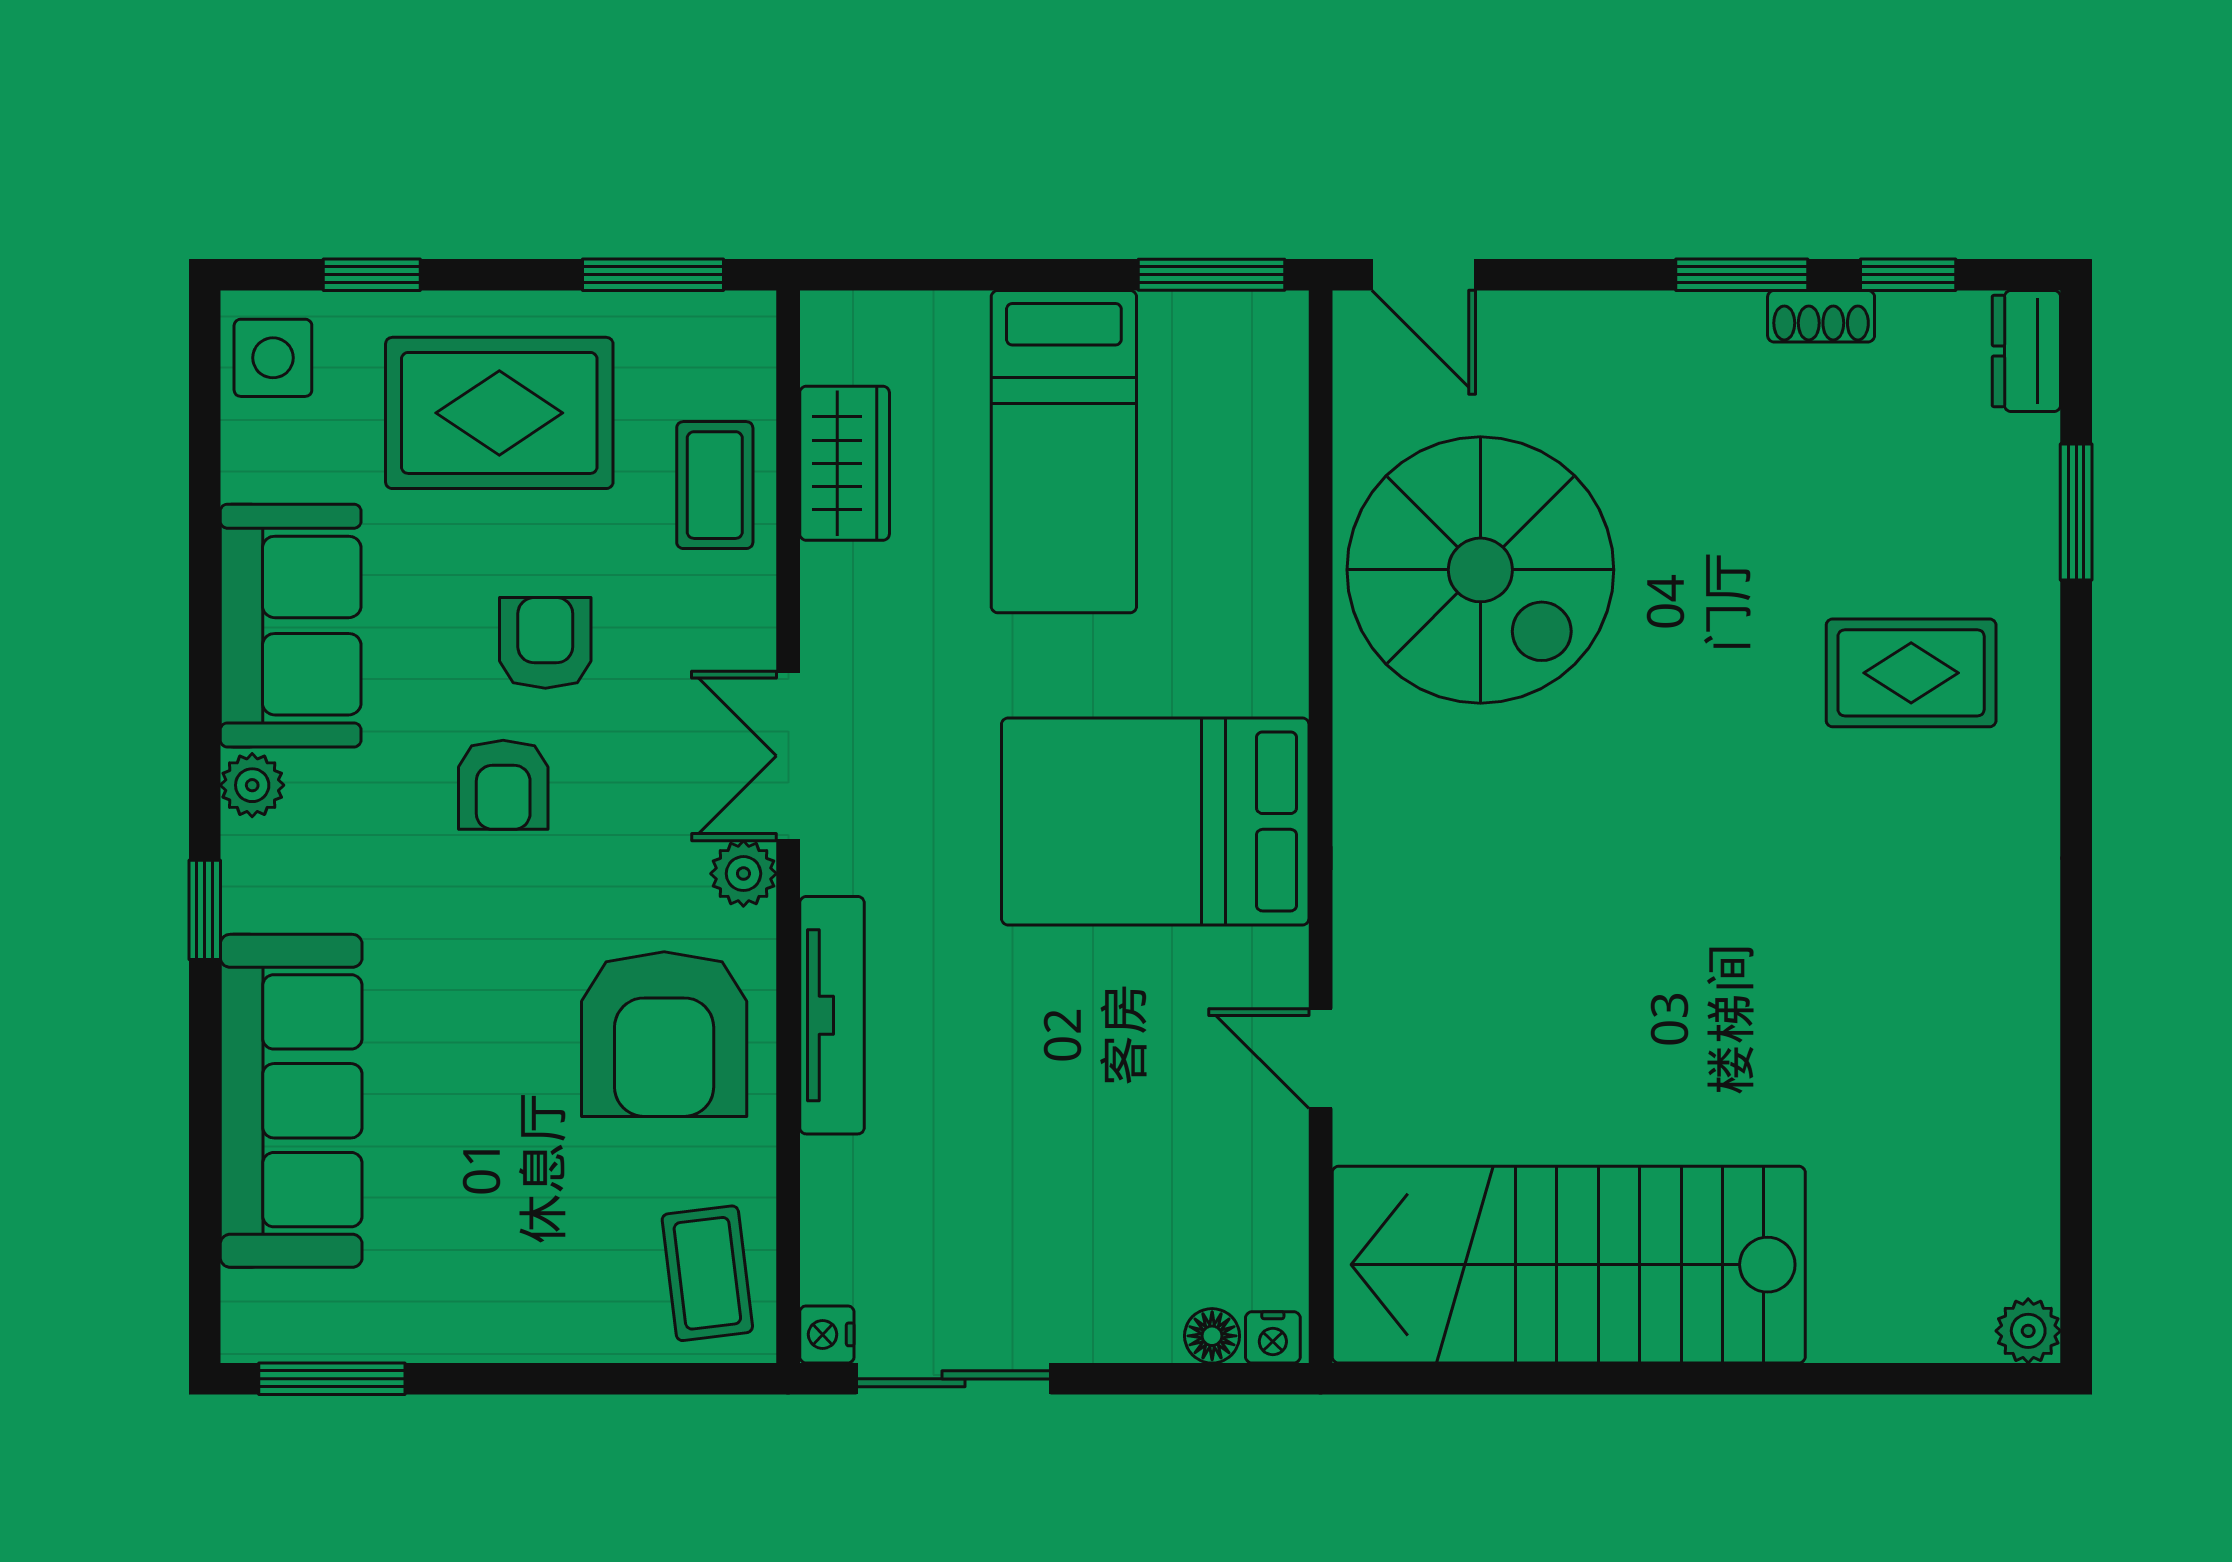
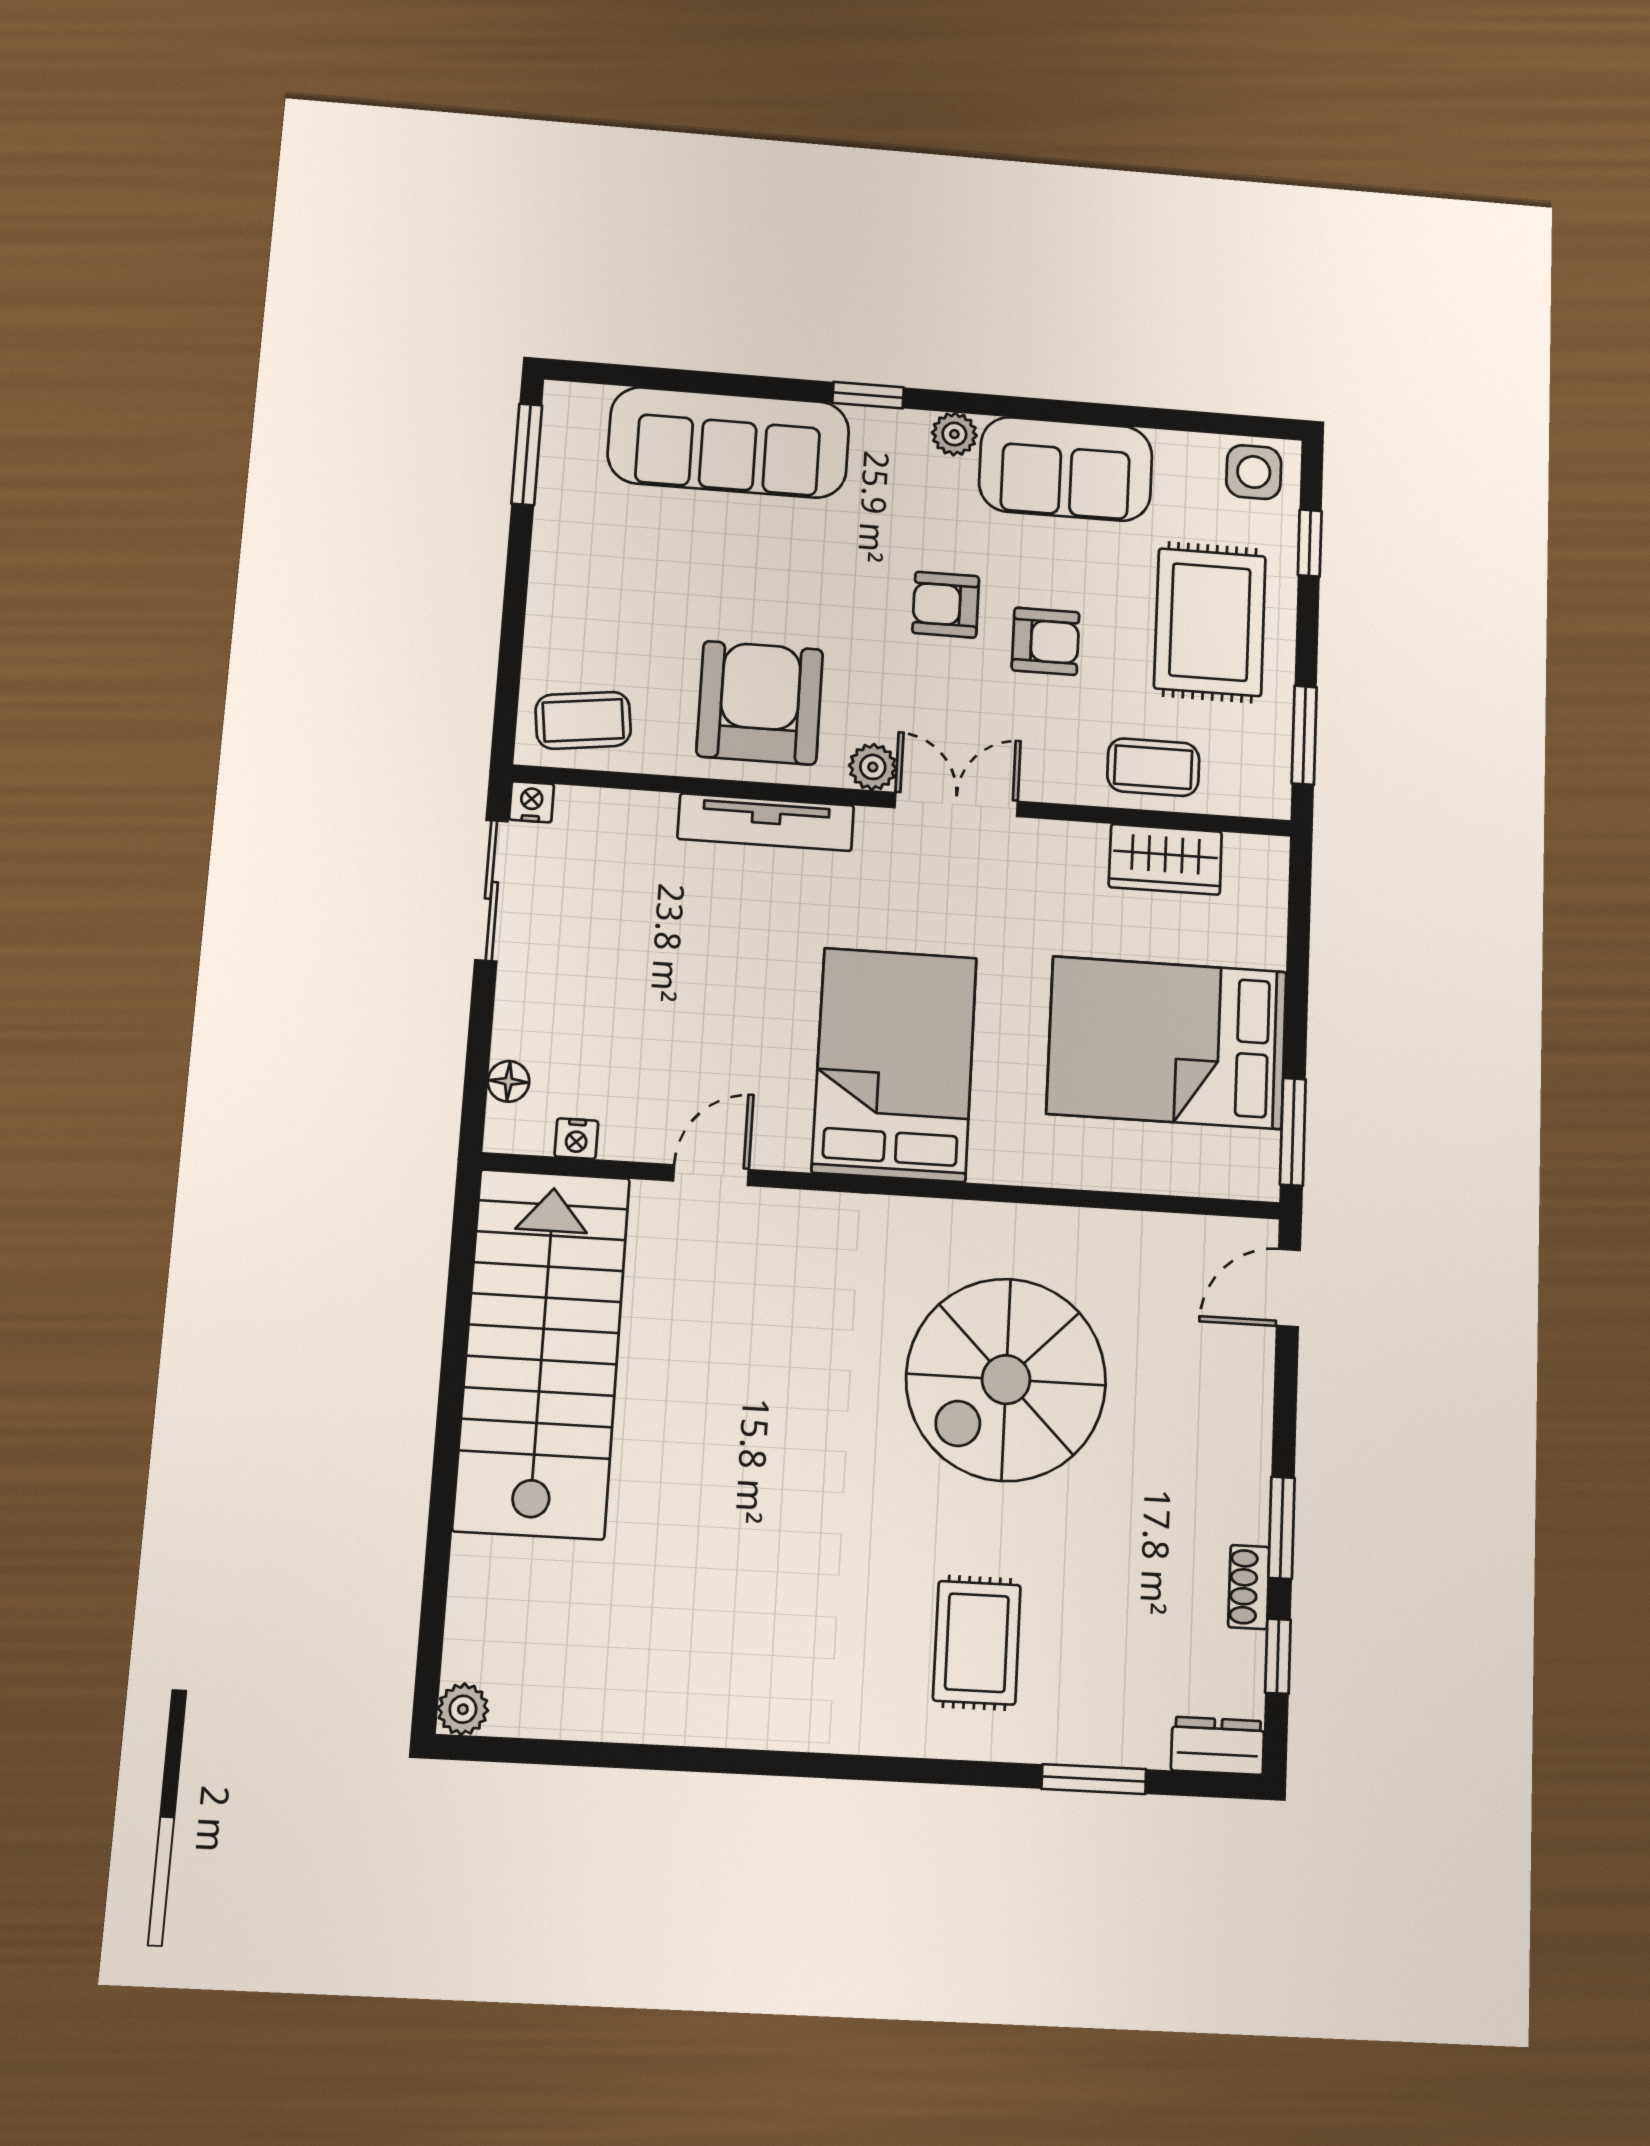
bed: (1064, 452) -> (1167, 1043), width x1.50
spiral stairs: (1480, 570) -> (1006, 1380), moved
armchair: (664, 1034) -> (760, 703), turned 90
nightstand: (1273, 1337) -> (576, 1139), moved, turned -90

